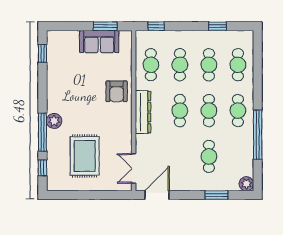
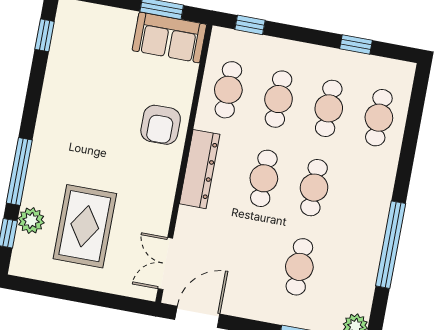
sofa: (99, 42) -> (169, 37), moved
cafe table: (238, 111) -> (364, 197), removed
plant: (54, 121) -> (31, 220), moved

